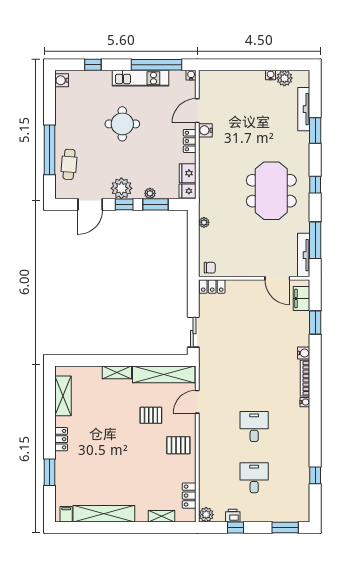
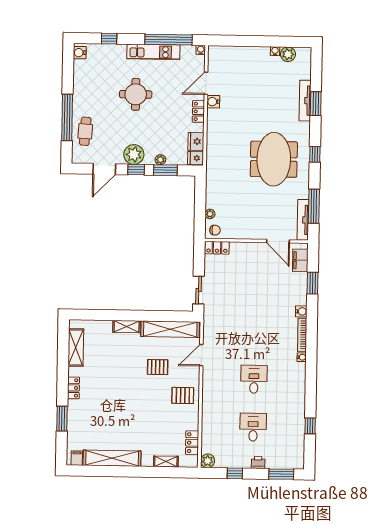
tv unit: (304, 109) -> (305, 101), moved
plant: (204, 222) -> (210, 214), moved
printer: (233, 516) -> (258, 463), moved

